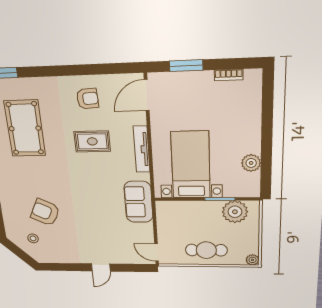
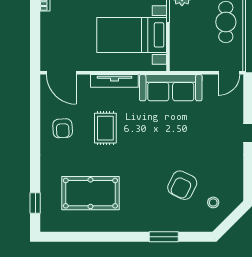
window: (186, 66) -> (35, 36), removed
armchair: (88, 99) -> (63, 128), turned 180
sofa: (138, 202) -> (171, 88), width x1.36

